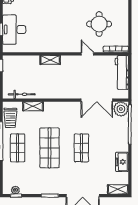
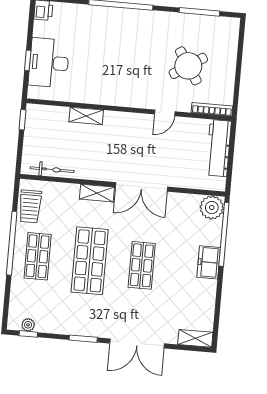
round table: (99, 24) -> (188, 66), turned -33
door: (87, 54) -> (165, 113), swing flipped
shelving: (50, 60) -> (86, 116), moved
double door: (97, 100) -> (141, 187), moved
shelving: (33, 106) -> (97, 193), moved
freezer: (122, 162) -> (209, 262), moved

